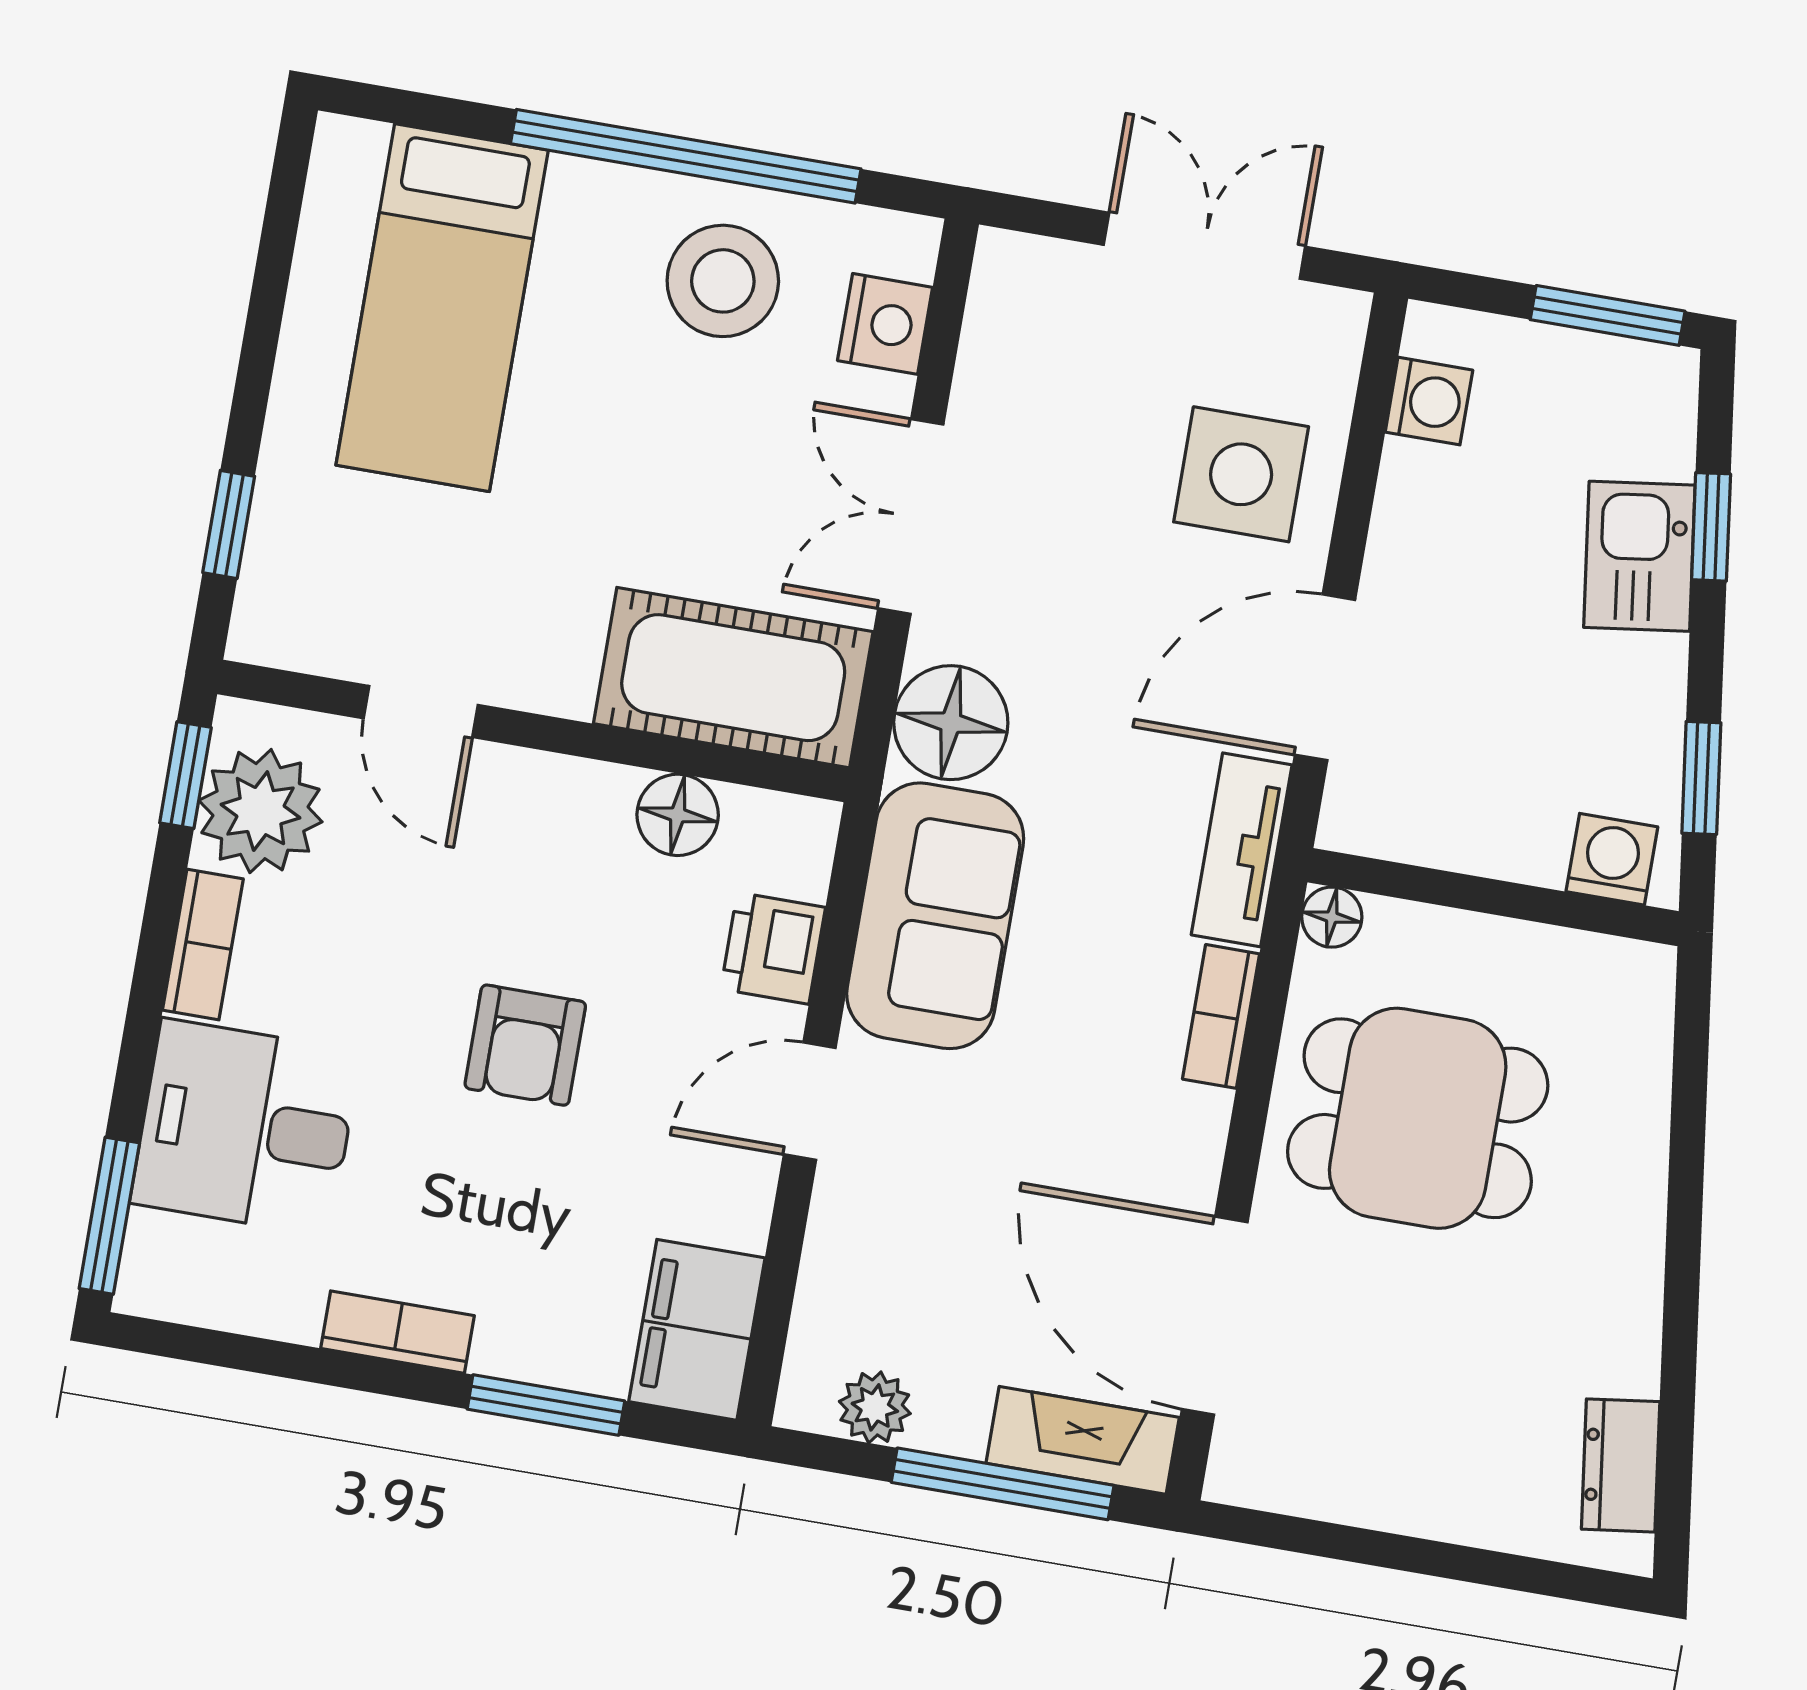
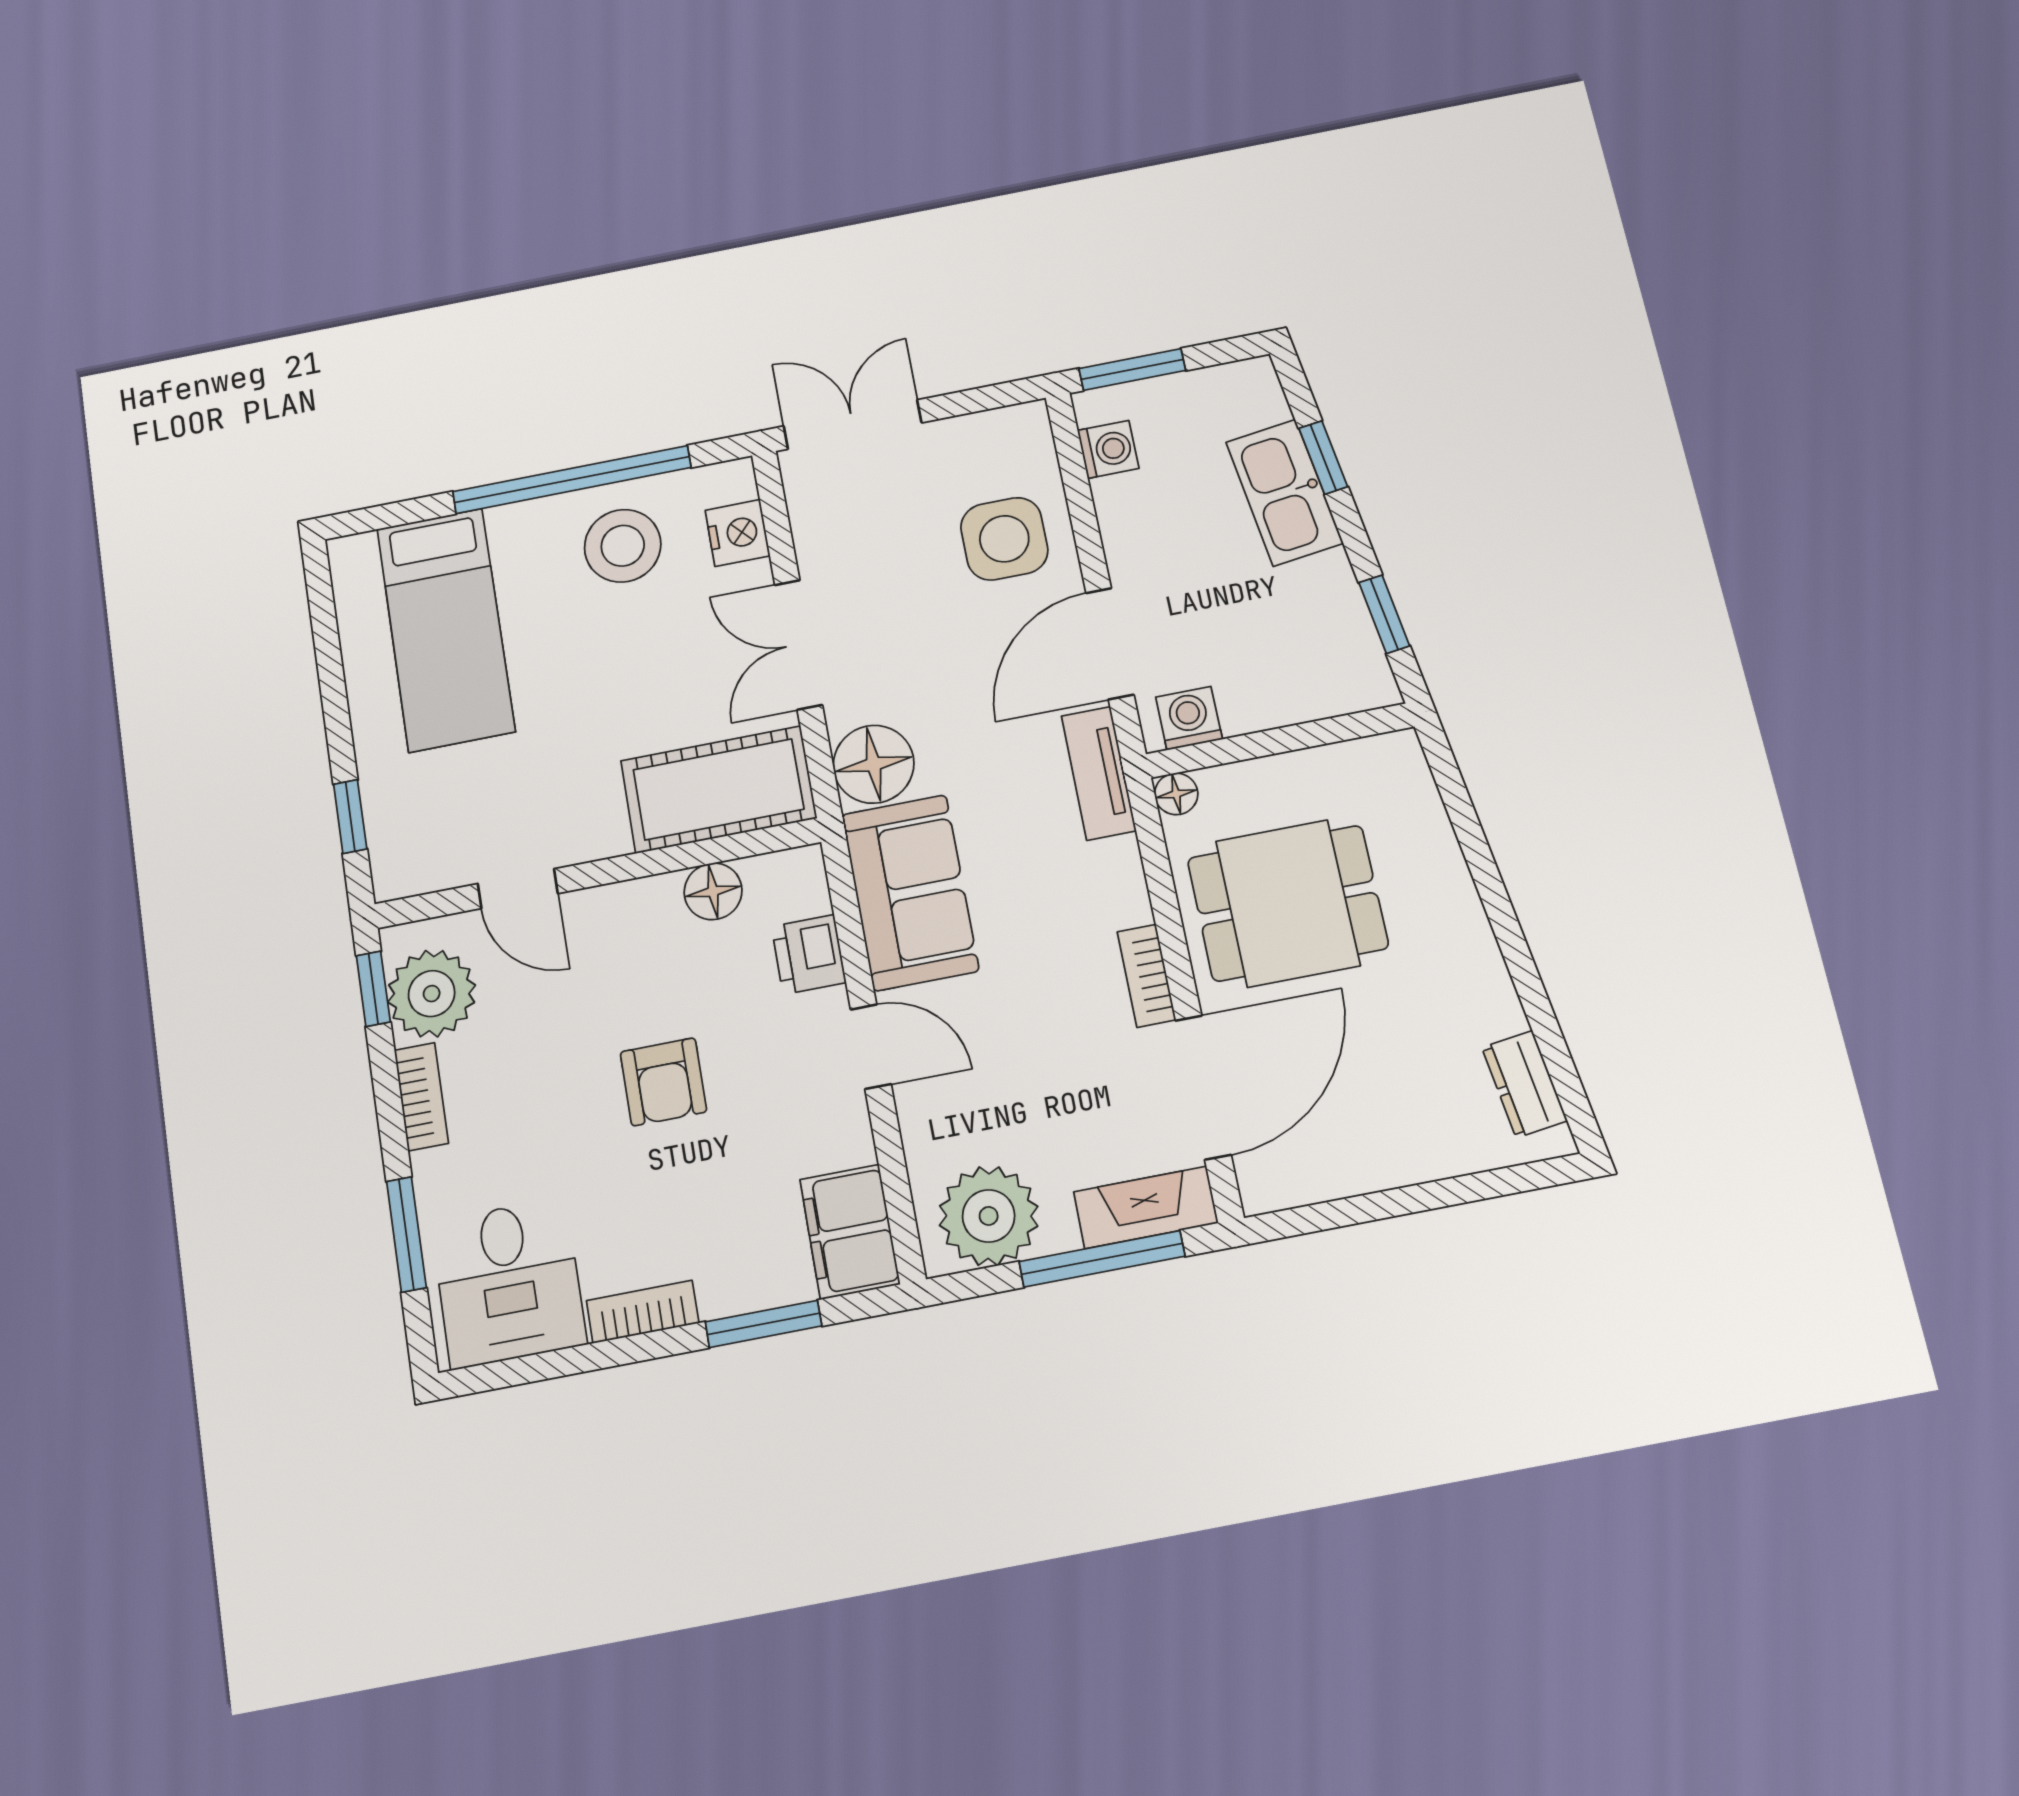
double door: (1204, 246) -> (853, 424), moved
window: (1608, 315) -> (1132, 369), moved
kitchen sink: (1639, 556) -> (1284, 493), width x1.38
washing machine: (1612, 859) -> (1189, 718), moved
bookcase: (1221, 1016) -> (1146, 976), moved
door: (810, 1101) -> (871, 1047), swing flipped
desk: (246, 1127) -> (509, 1283), moved, turned -90
window: (109, 1216) -> (406, 1234), moved
door: (1215, 1316) -> (1203, 1087), swing flipped
plant: (875, 1407) -> (989, 1216), width x1.88, depth x1.88

